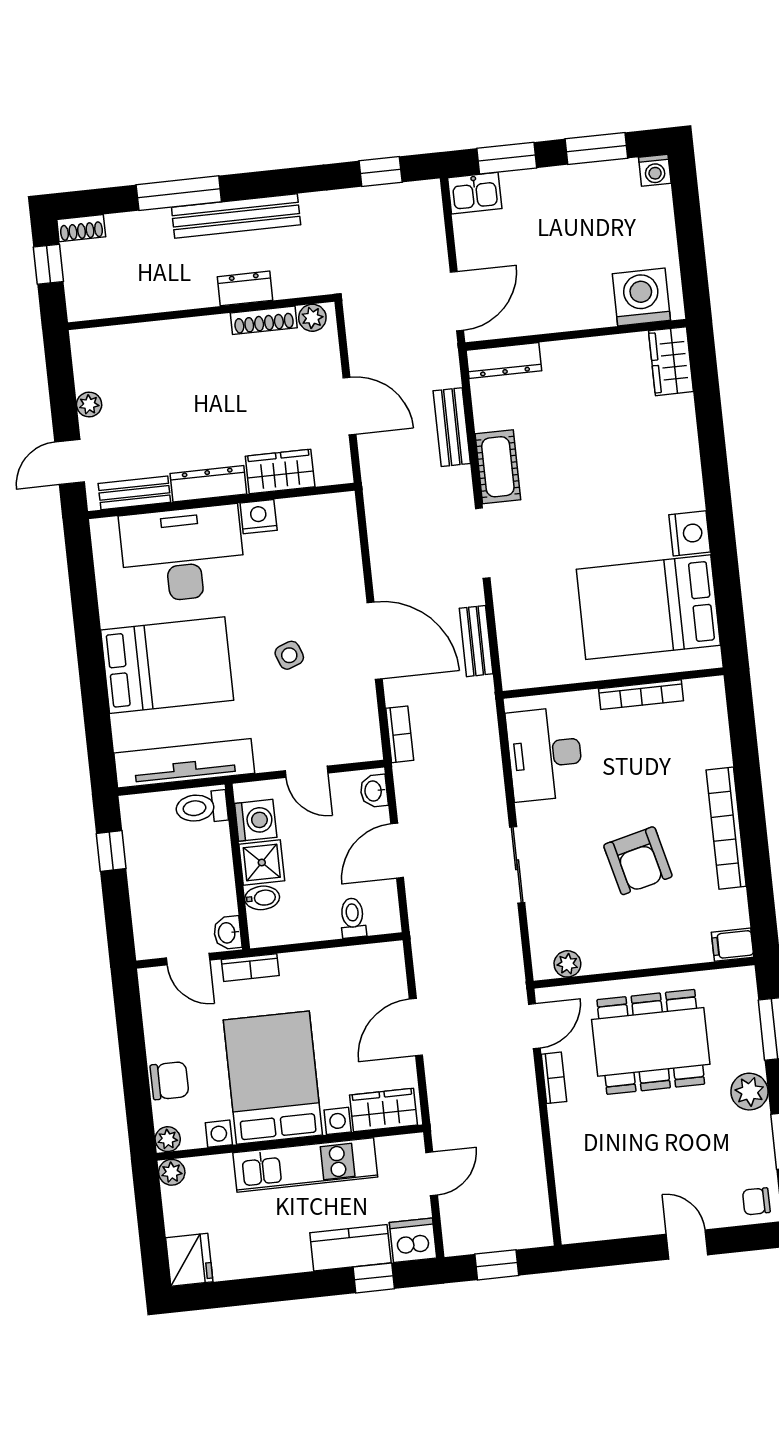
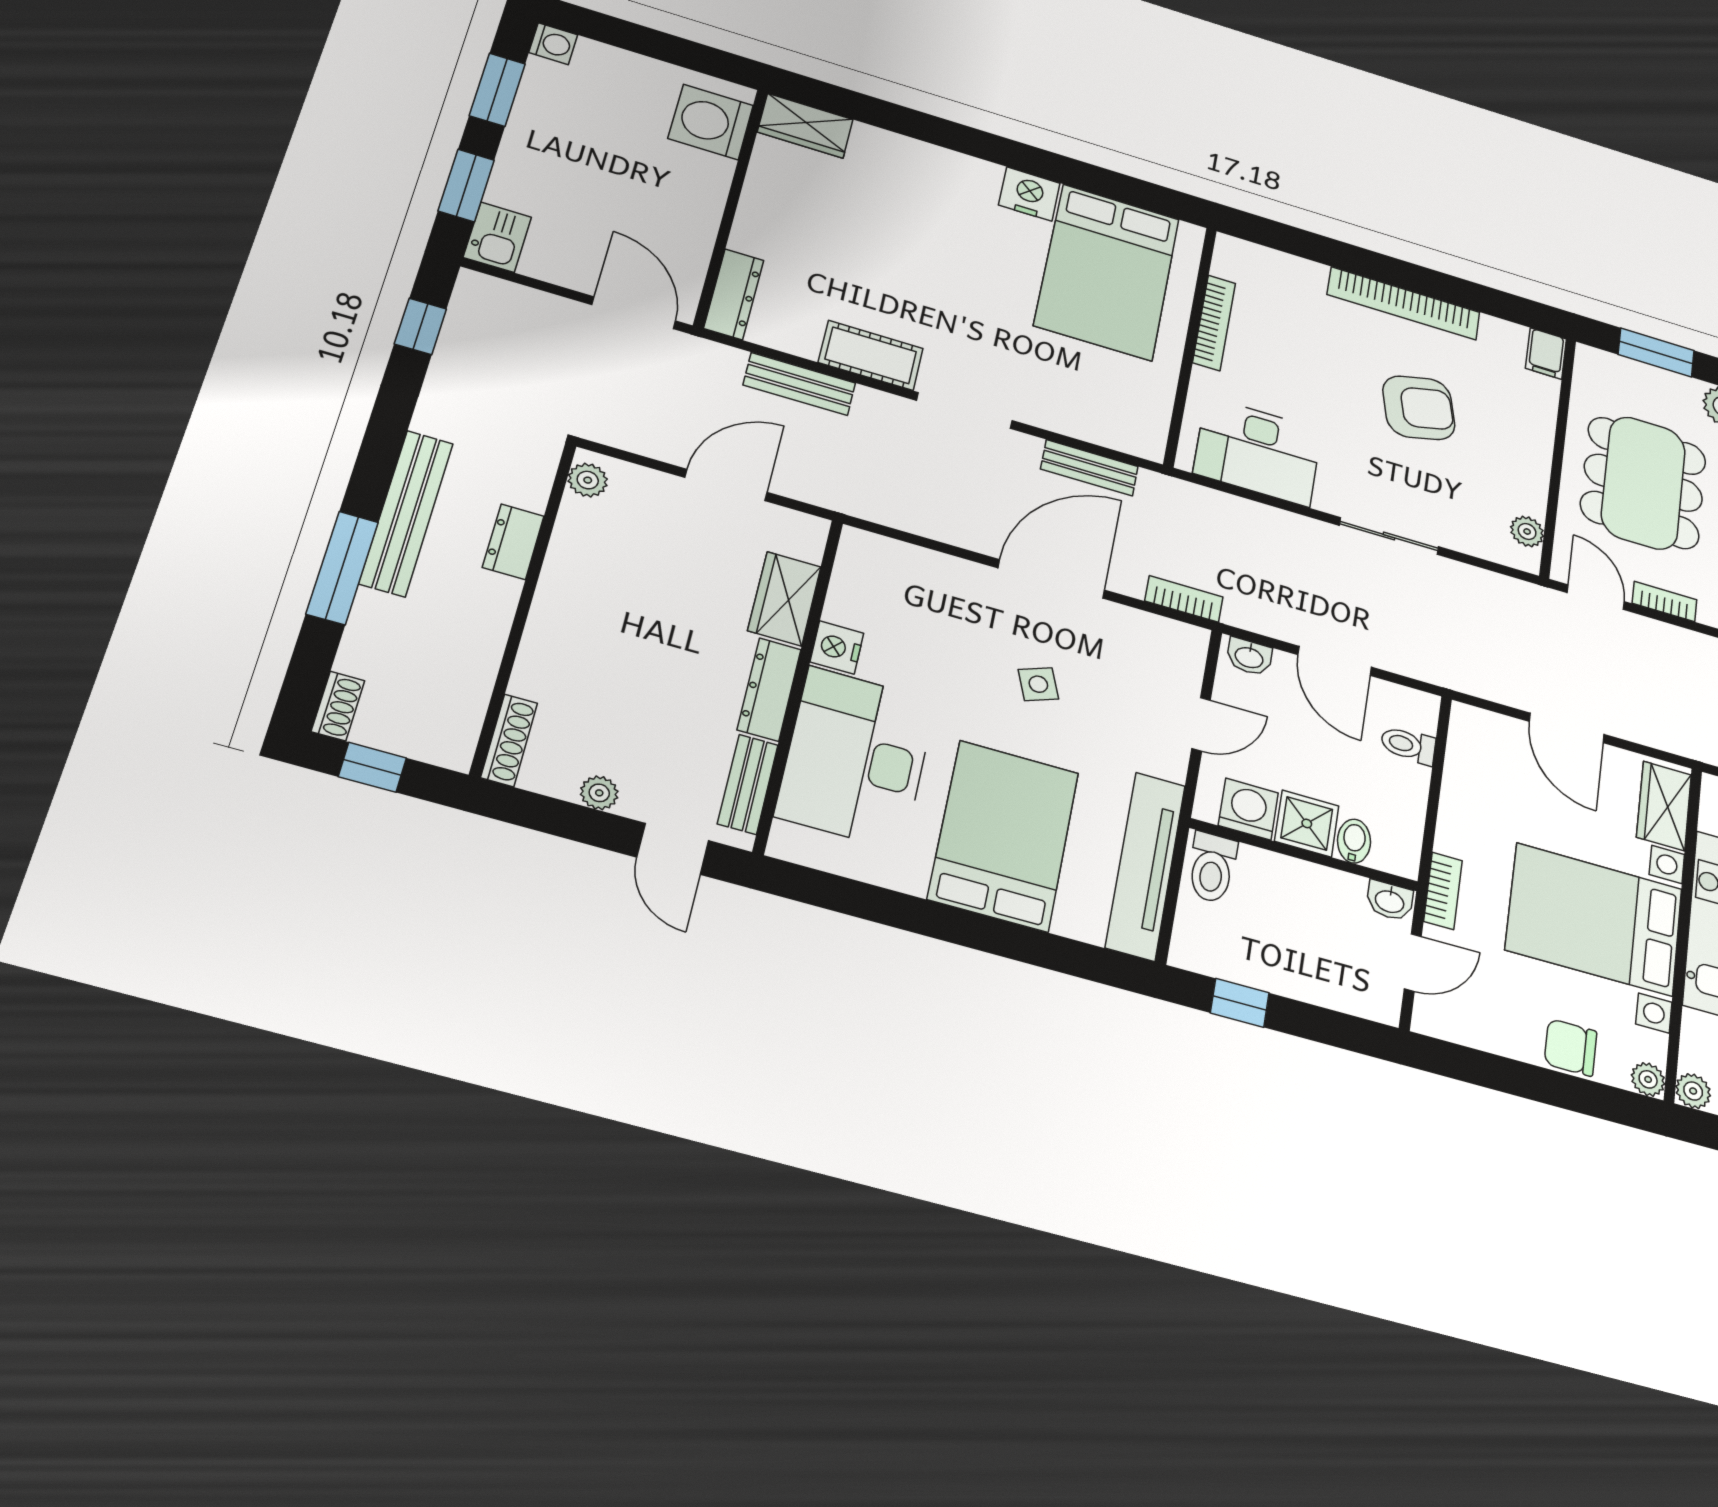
shoe rack: (264, 320) -> (509, 740), moved
chair: (169, 1081) -> (1570, 1047), turned -90

